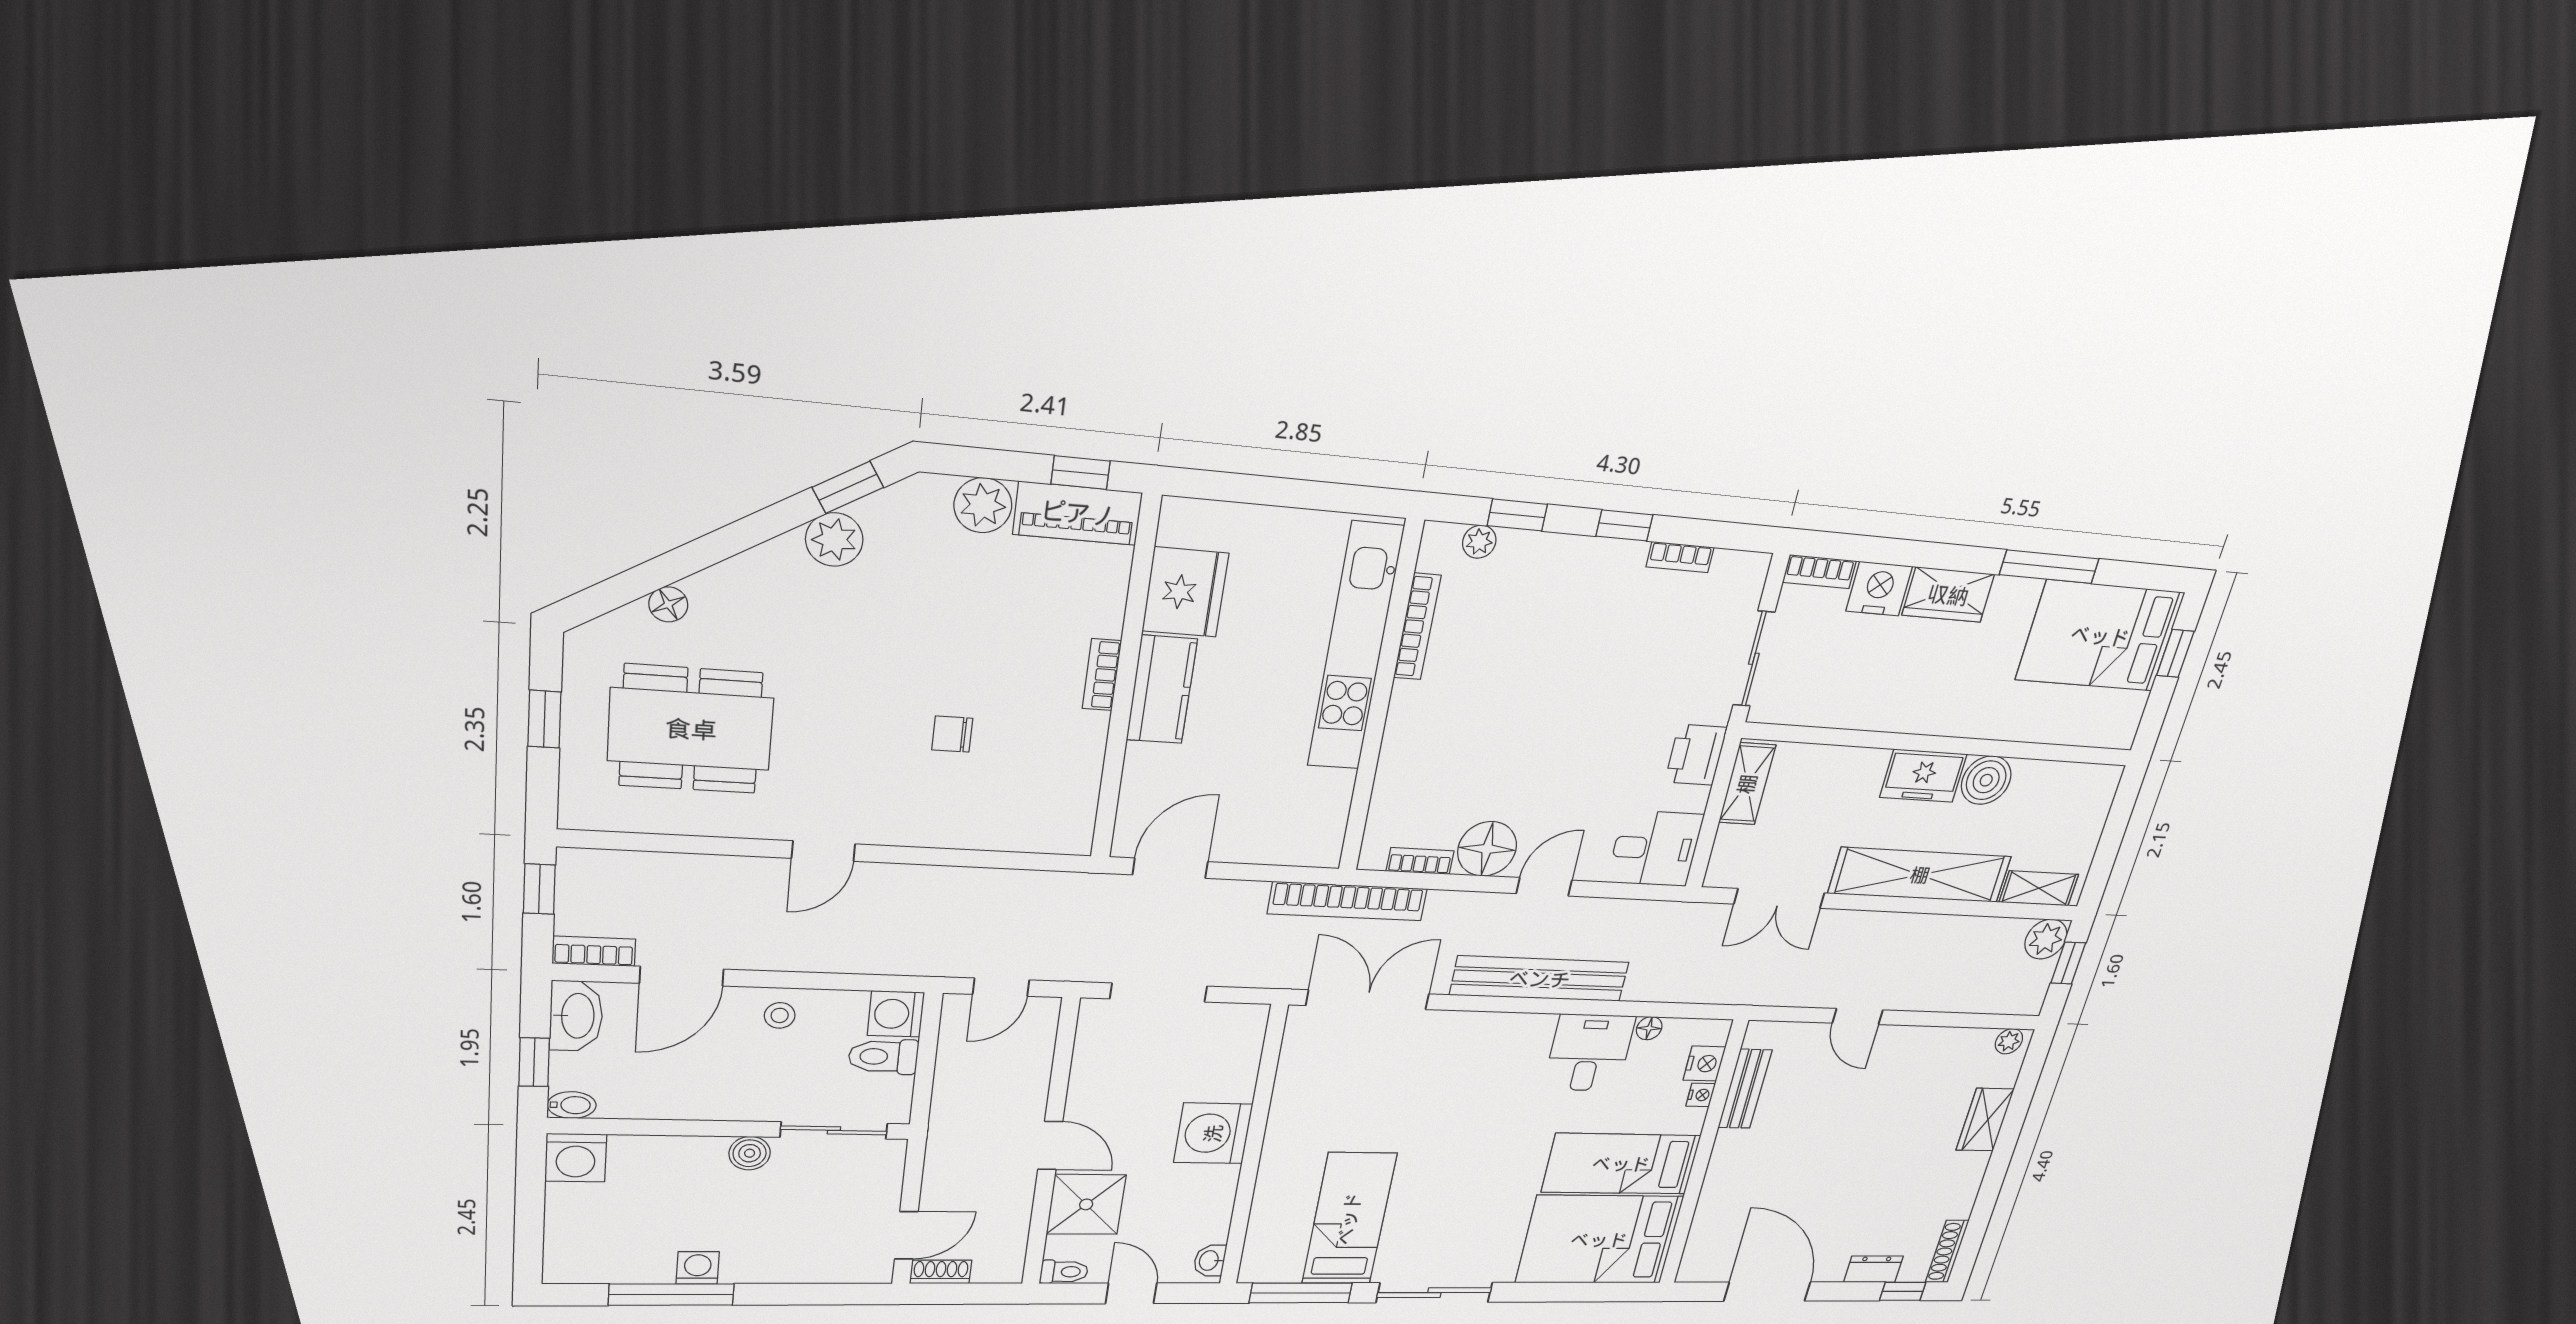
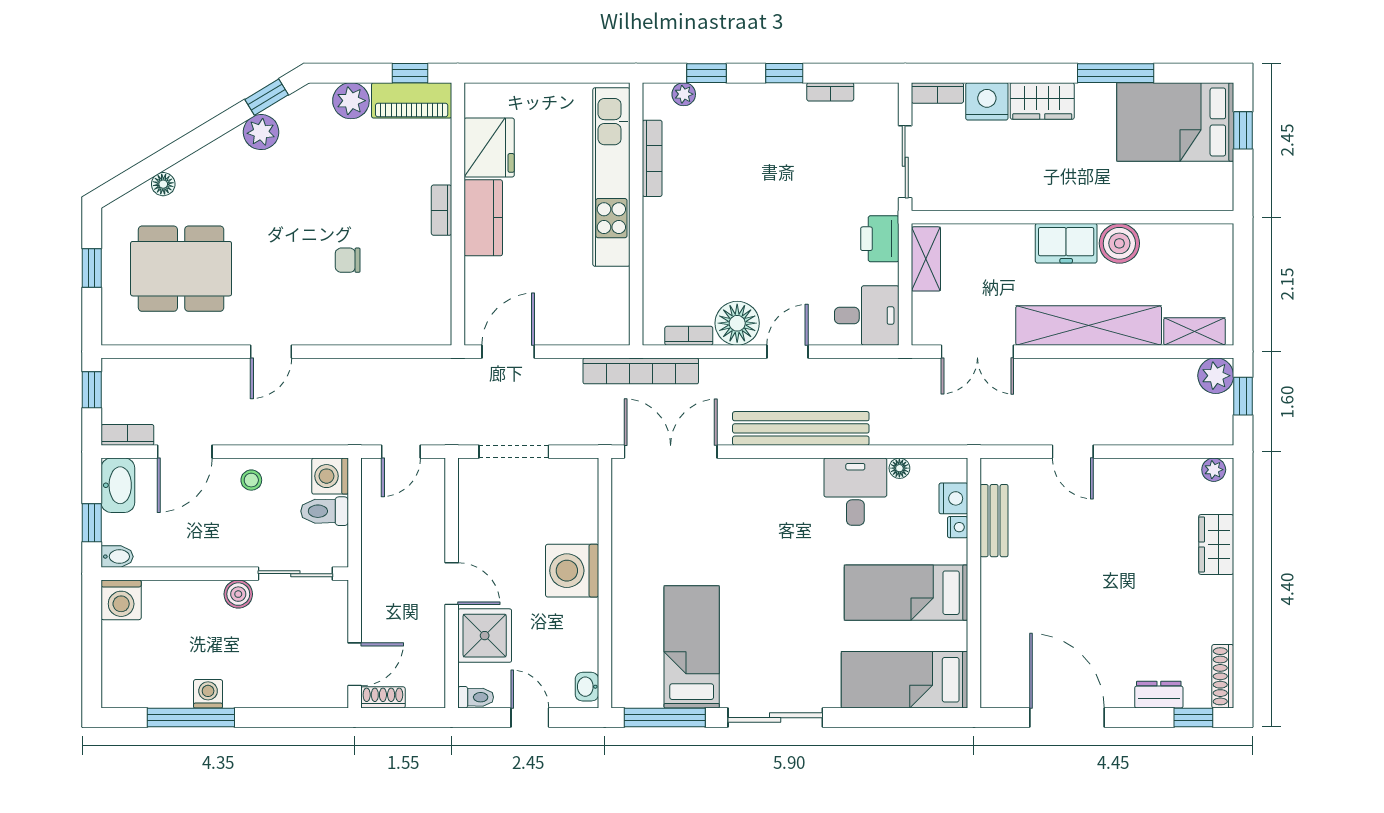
bed: (1599, 1240) -> (905, 680), width x0.67

